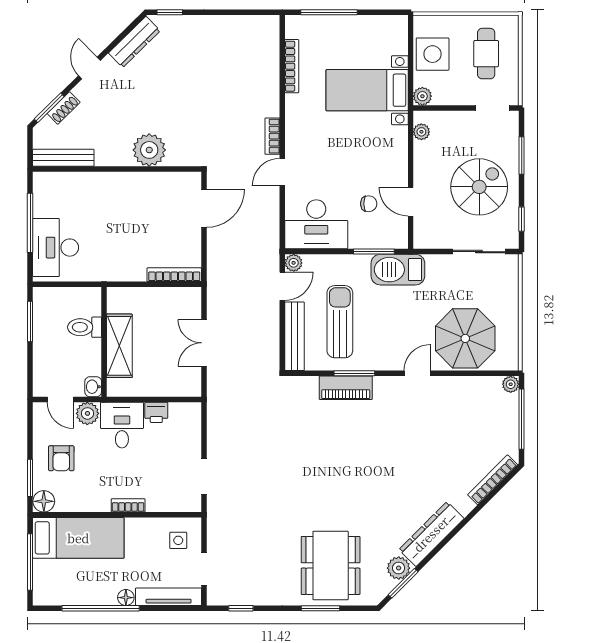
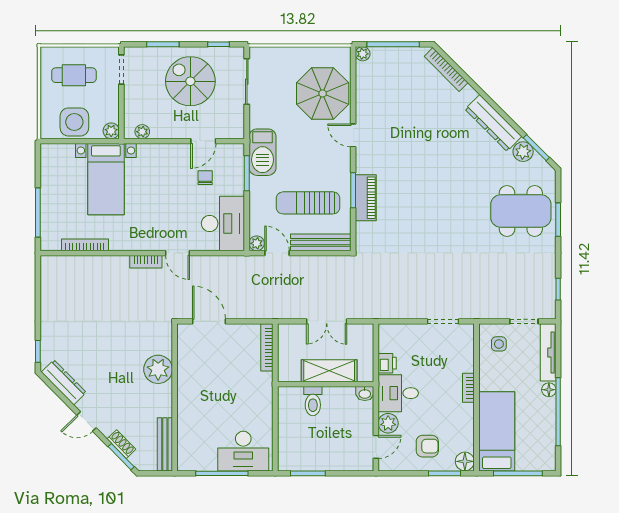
toilet: (85, 327) -> (313, 401), moved
wall: (104, 342) -> (326, 384), moved
shelving: (119, 346) -> (329, 371), moved
washbasin: (93, 387) -> (365, 394), moved

